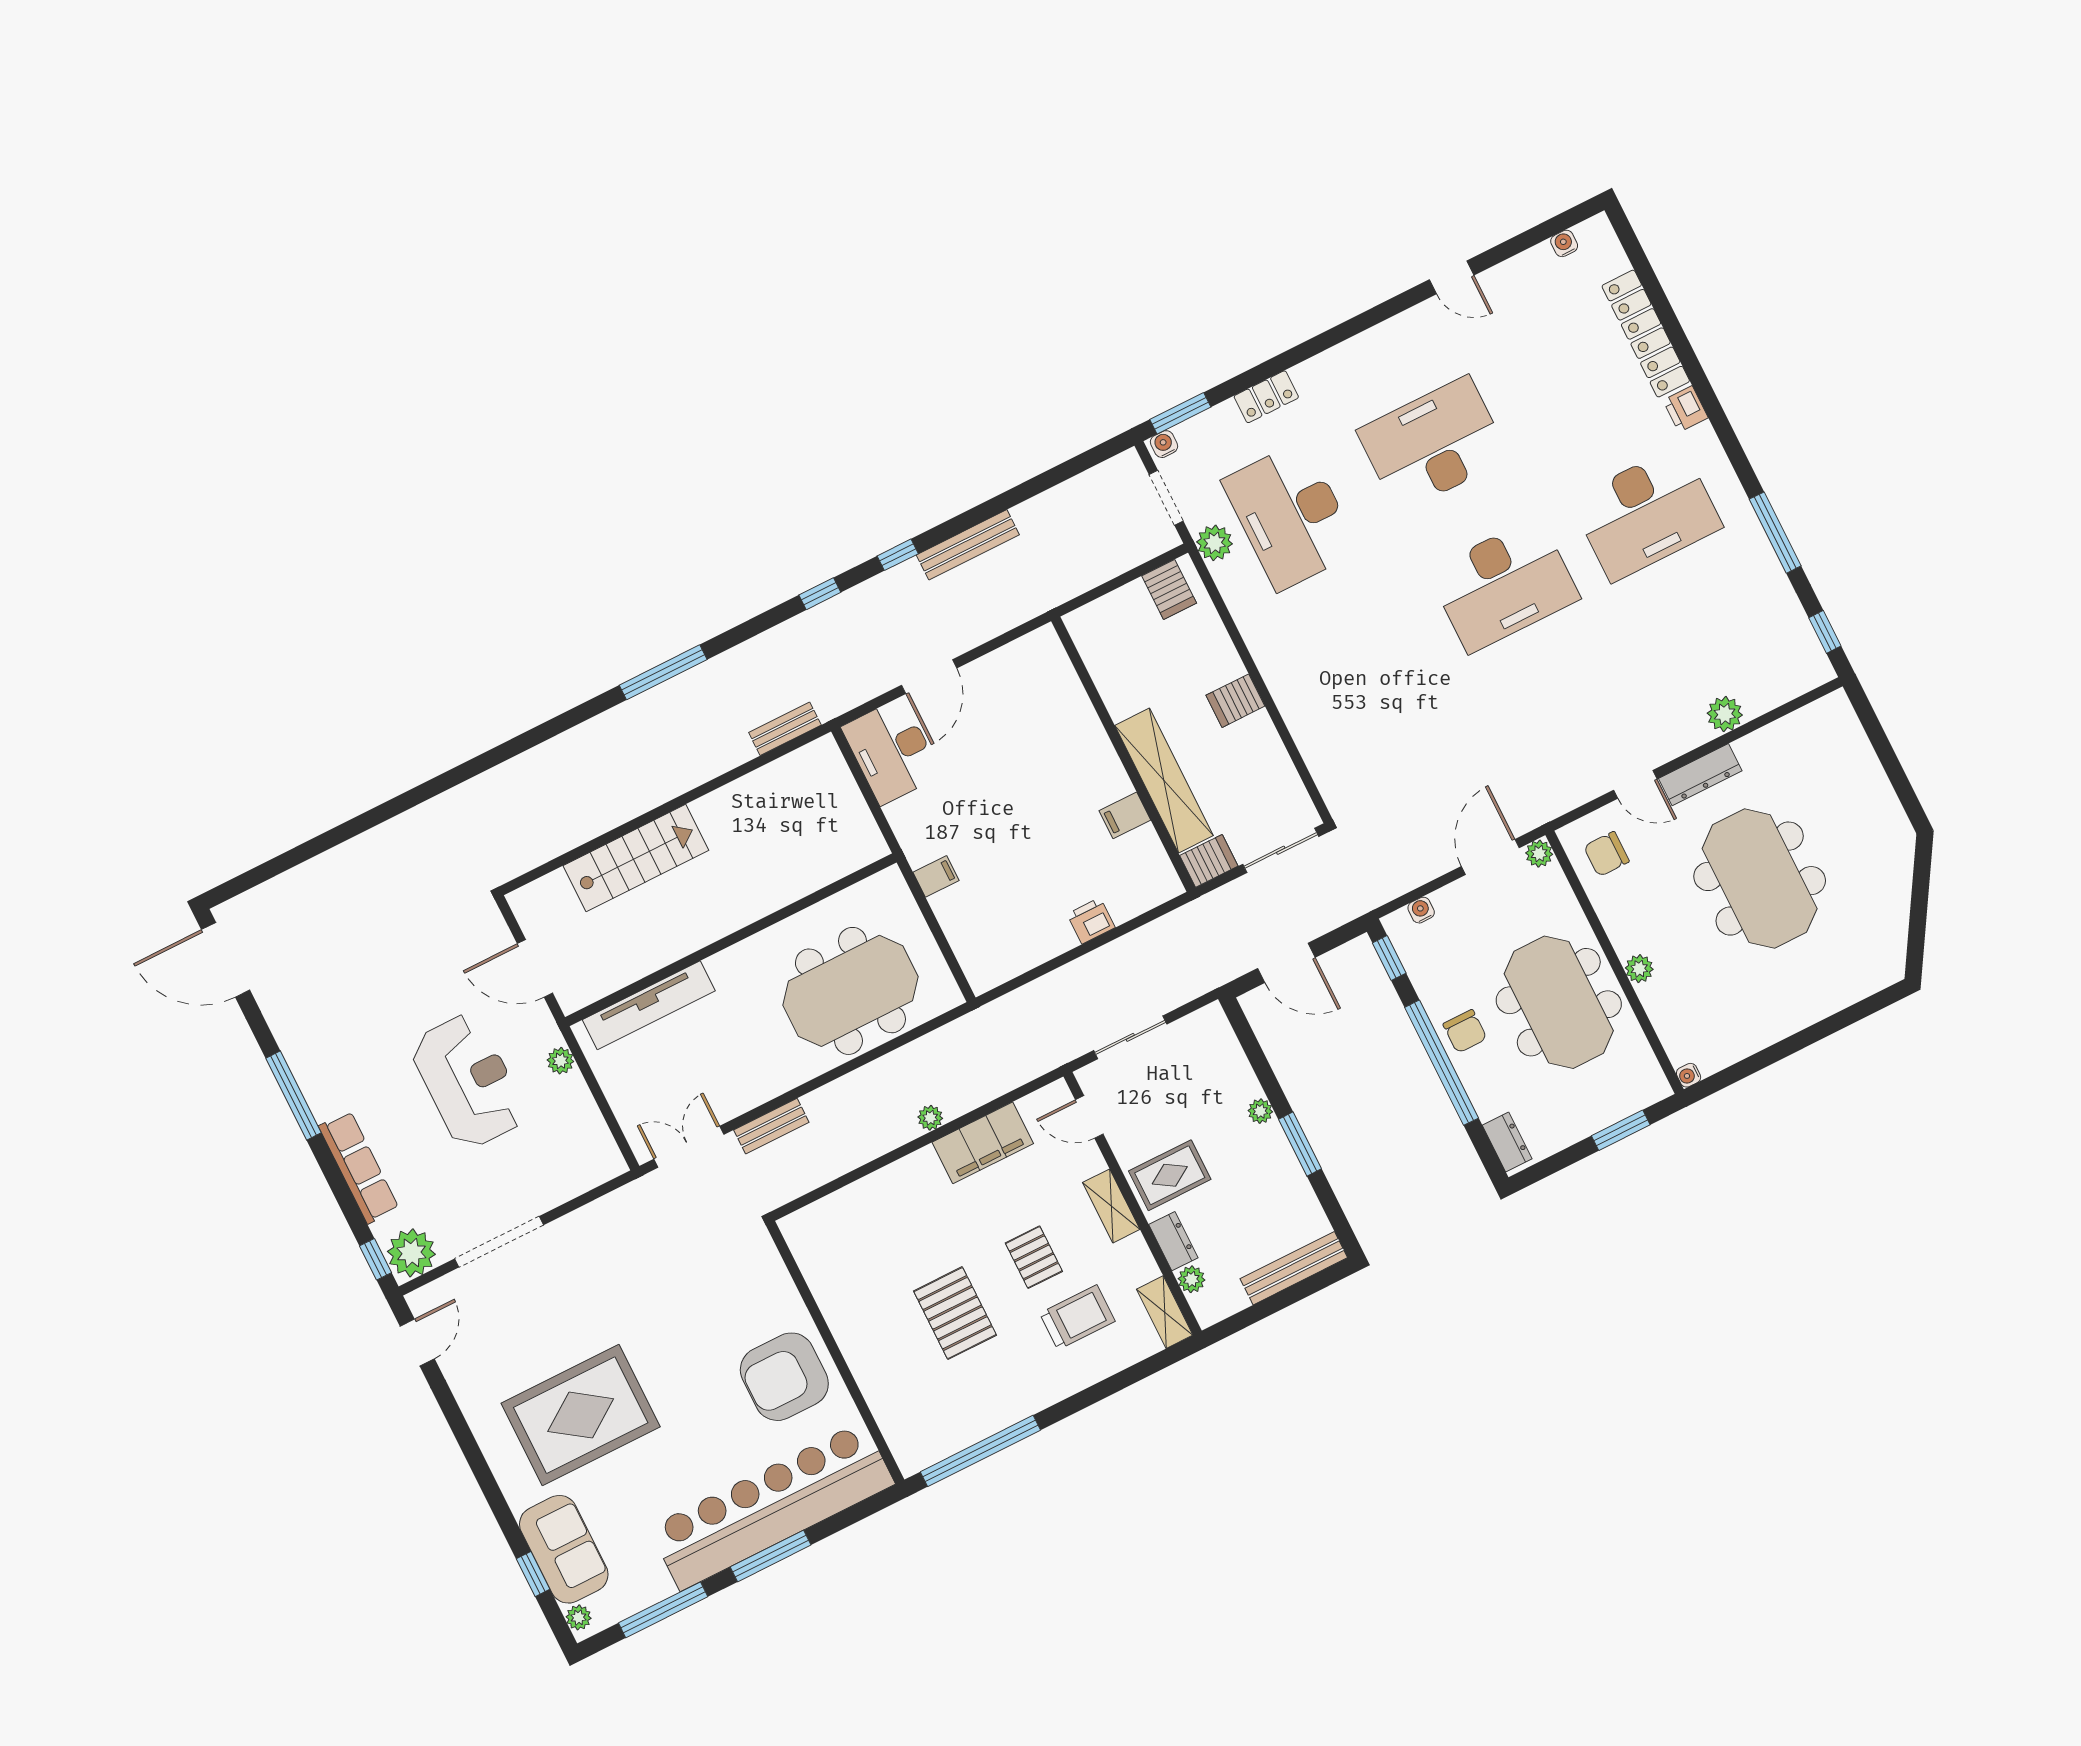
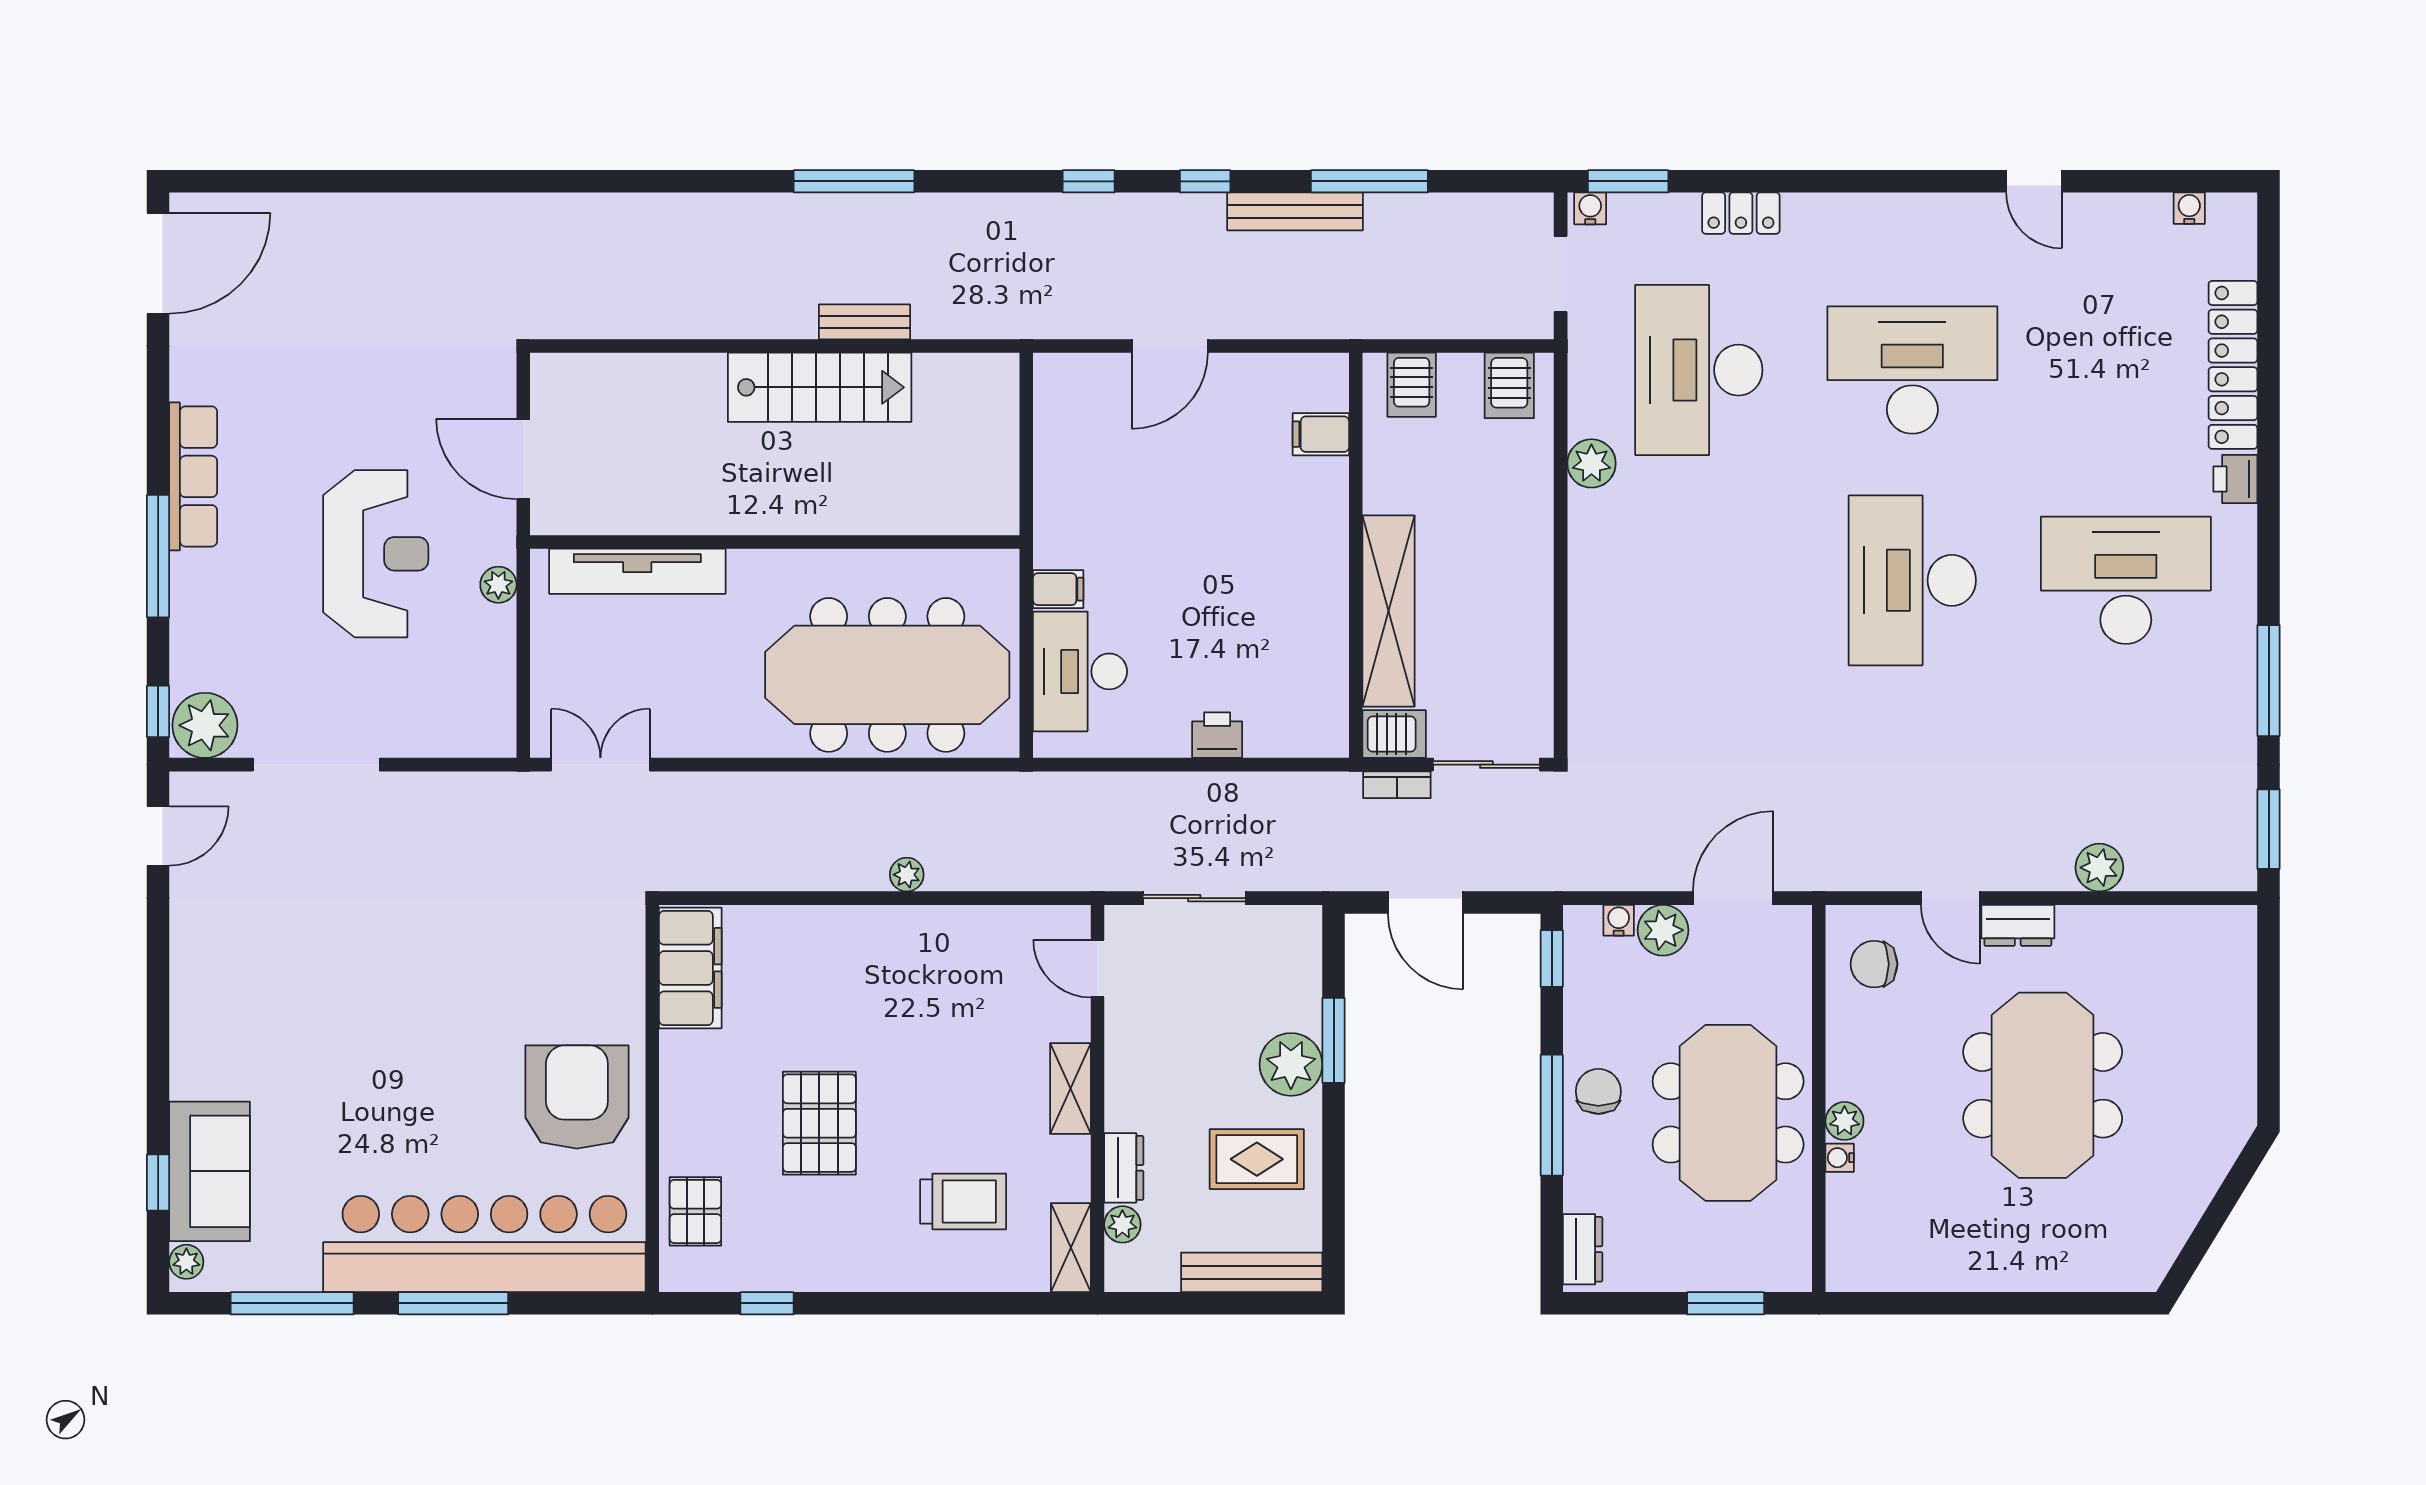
window: (1007, 500) -> (1369, 181), added
desk: (1646, 513) -> (2126, 580), turned 180
plant: (1215, 543) -> (1591, 463), moved
desk: (1504, 585) -> (1912, 580), turned 90
window: (1825, 632) -> (2269, 829), width x1.50
server rack: (1235, 701) -> (1412, 385), moved, turned -90
bench: (785, 729) -> (864, 322), moved
desk: (891, 751) -> (1080, 671), moved
dresser: (1700, 775) -> (2018, 925), width x0.70
filing cabinet: (1125, 815) -> (1321, 434), moved
plant: (1539, 854) -> (1663, 930), moved, width x1.38, depth x1.38
stairs: (636, 858) -> (820, 387), moved
bookcase: (1228, 894) -> (1397, 785), added
door: (226, 960) -> (158, 263), swing flipped
meeting table: (850, 991) -> (887, 675), width x1.36
chair: (1465, 1031) -> (1598, 1091), turned 180
window: (1442, 1063) -> (1552, 1115), width x0.68
water cooler: (1689, 1075) -> (1840, 1158), moved
window: (294, 1096) -> (158, 556), moved
plant: (1260, 1111) -> (1291, 1064), width x1.87, depth x1.87
bench: (771, 1126) -> (712, 789), removed
filing cabinet: (983, 1143) -> (690, 968), moved, turned -90
window: (1300, 1144) -> (1334, 1040), moved
row of seats: (359, 1167) -> (193, 476), moved
rug: (1170, 1175) -> (1257, 1159), moved
pallet: (1034, 1257) -> (695, 1211), moved
armchair: (784, 1377) -> (577, 1097), turned 90
rug: (581, 1415) -> (310, 1021), removed
window: (980, 1451) -> (767, 1303), width x0.32

